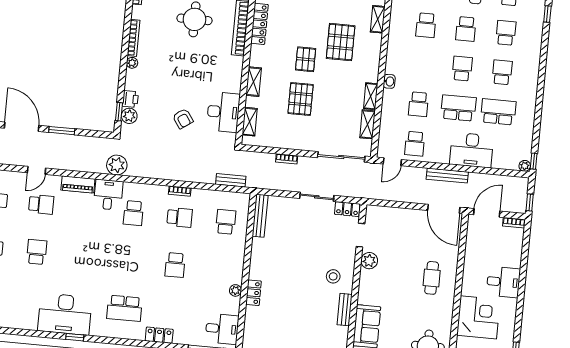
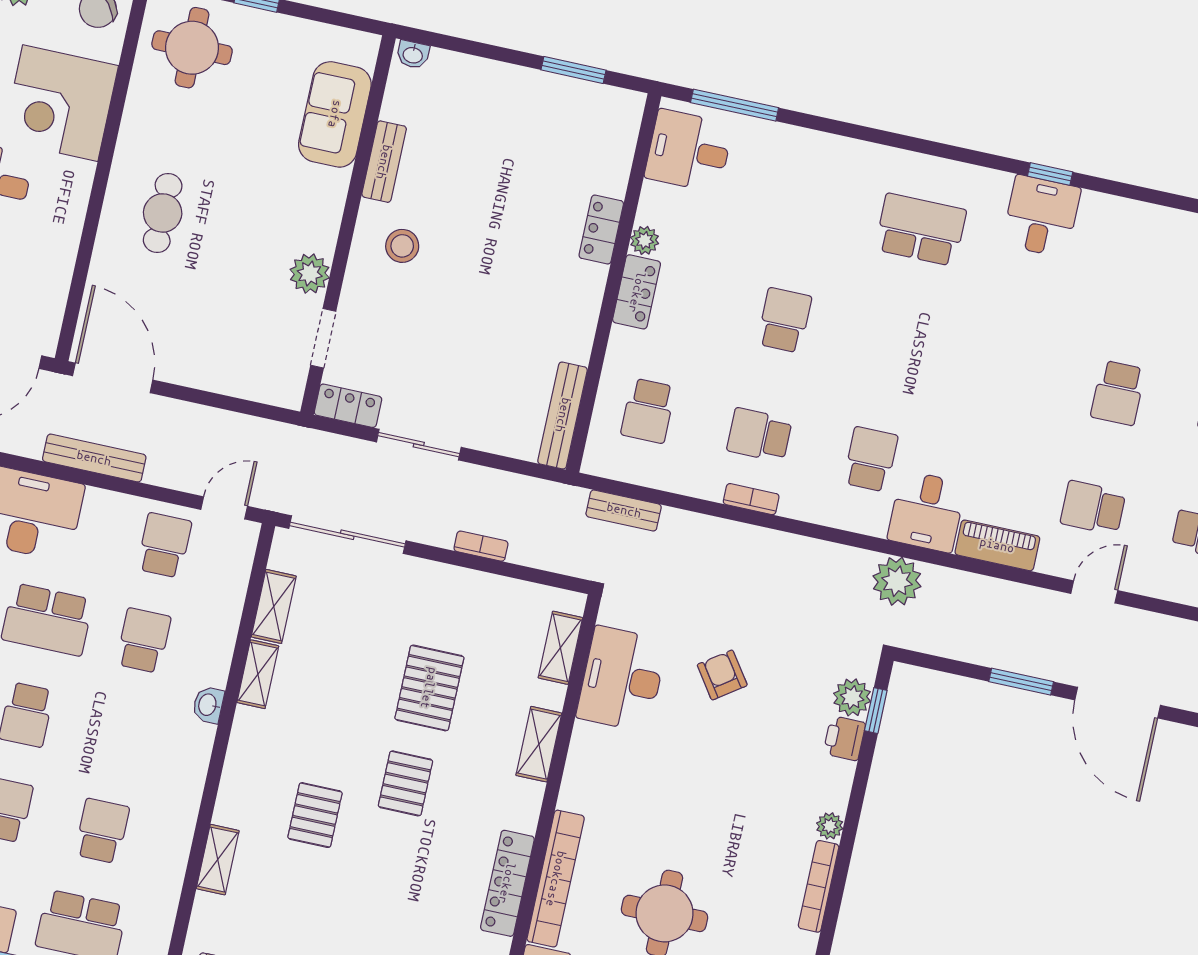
pallet: (341, 42) -> (315, 815), width x0.67, depth x0.71
desk: (65, 314) -> (1041, 216), width x0.53, depth x0.77
locker: (159, 335) -> (637, 292), moved, turned -90

